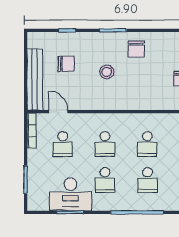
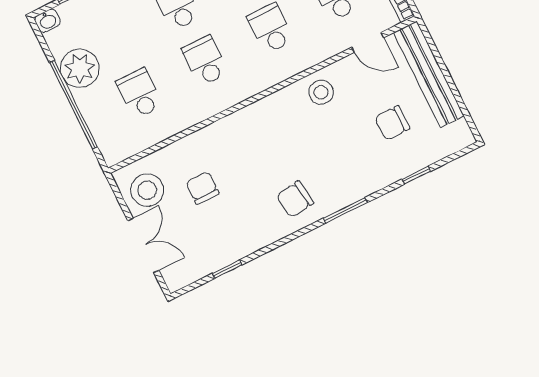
chair: (136, 49) -> (295, 199), turned -98
stool: (107, 72) -> (321, 92), moved

